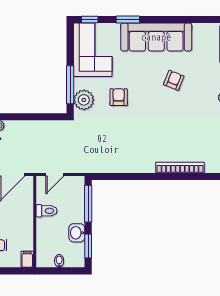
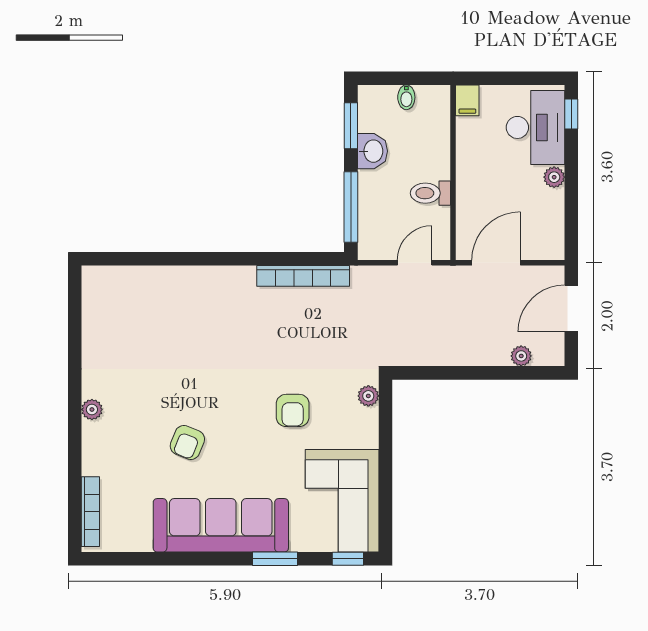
window: (70, 85) -> (385, 434), removed
plant: (84, 100) -> (368, 396), width x0.53, depth x0.53
bookcase: (180, 168) -> (303, 276), moved

